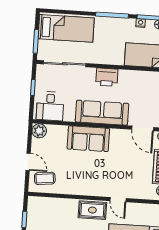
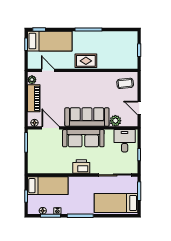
plant: (39, 131) -> (115, 121), moved
sofa: (88, 139) -> (87, 117), width x1.36
door: (28, 162) -> (139, 108), moved
door: (118, 200) -> (48, 70), moved

